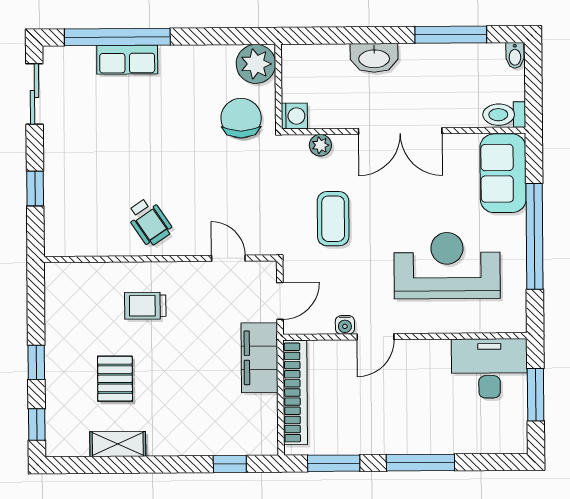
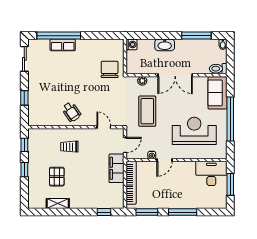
plant: (256, 64) -> (116, 47), removed
washing machine: (294, 116) -> (132, 44), moved
coffee table: (333, 219) -> (147, 111), width x1.36, depth x1.32
window: (37, 424) -> (24, 145), moved

